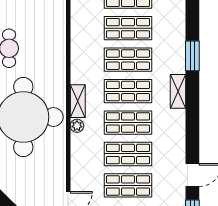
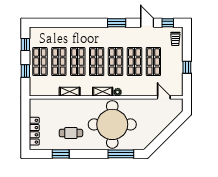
window: (192, 56) -> (117, 23), moved
shelving: (178, 91) -> (70, 92), moved

